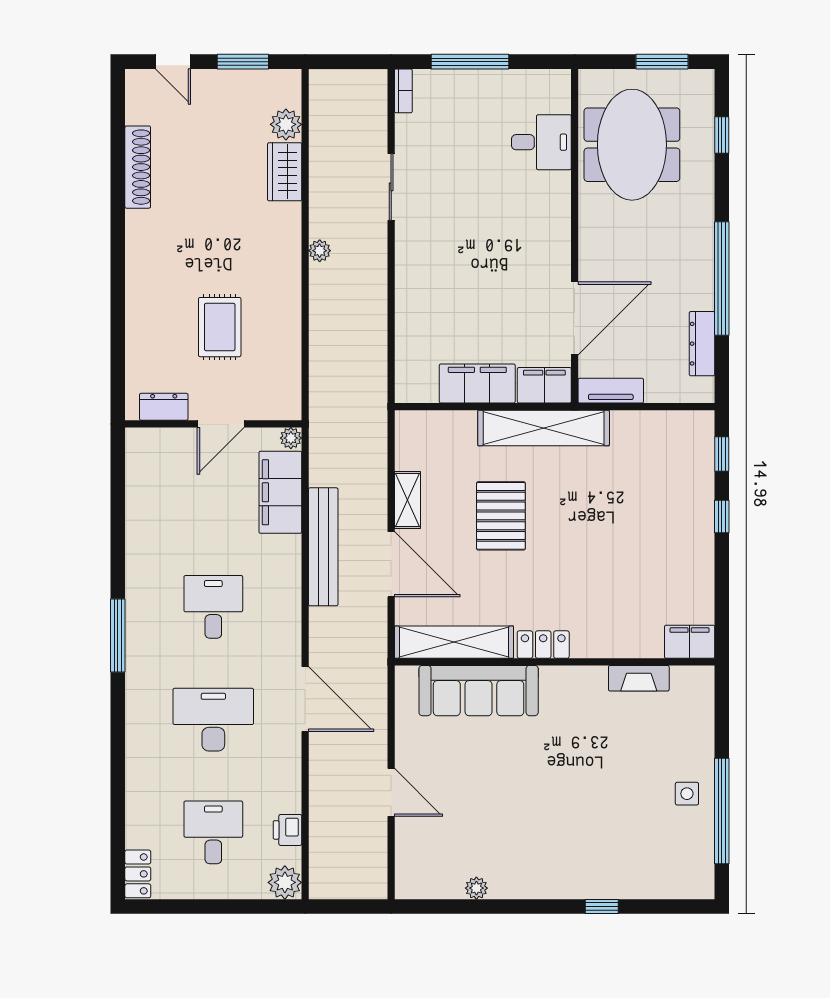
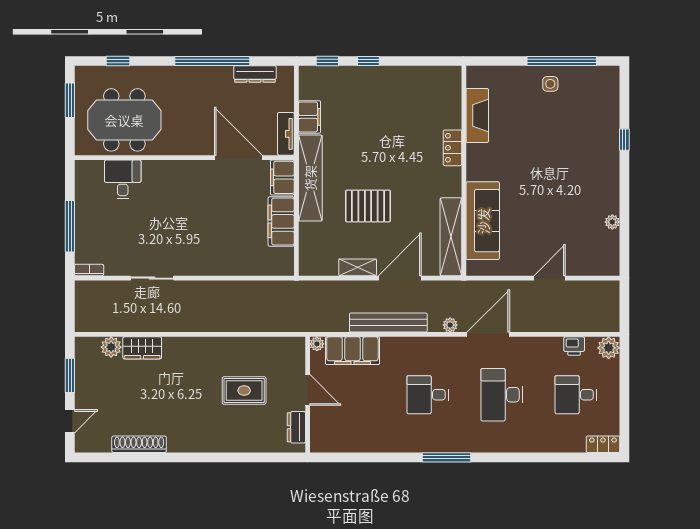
plant: (320, 251) -> (450, 325), moved
filing cabinet: (690, 642) -> (309, 117), moved, turned 180
locker: (543, 645) -> (452, 148), moved
fireplace: (639, 678) -> (477, 115), width x1.37, depth x1.32

